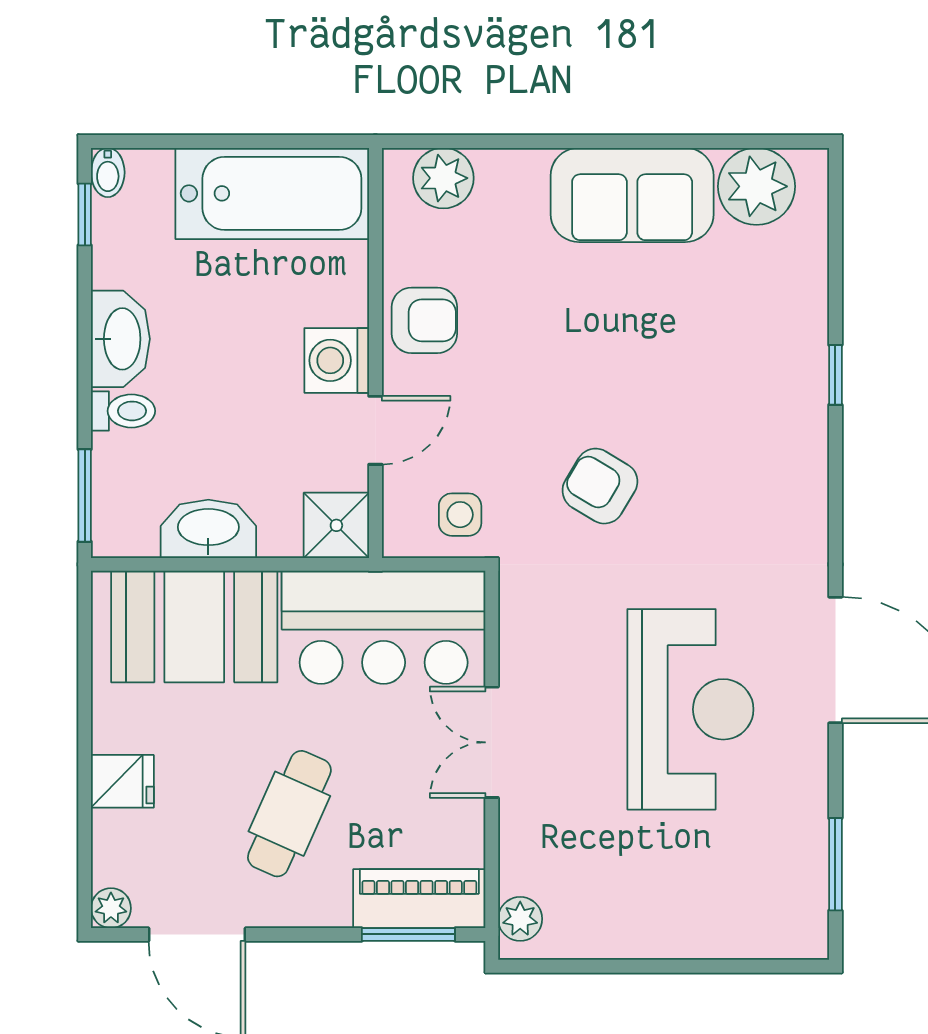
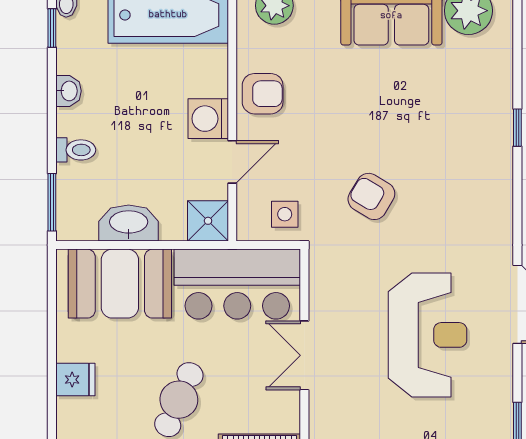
washbasin: (120, 339) -> (68, 91), width x0.52, depth x0.69

